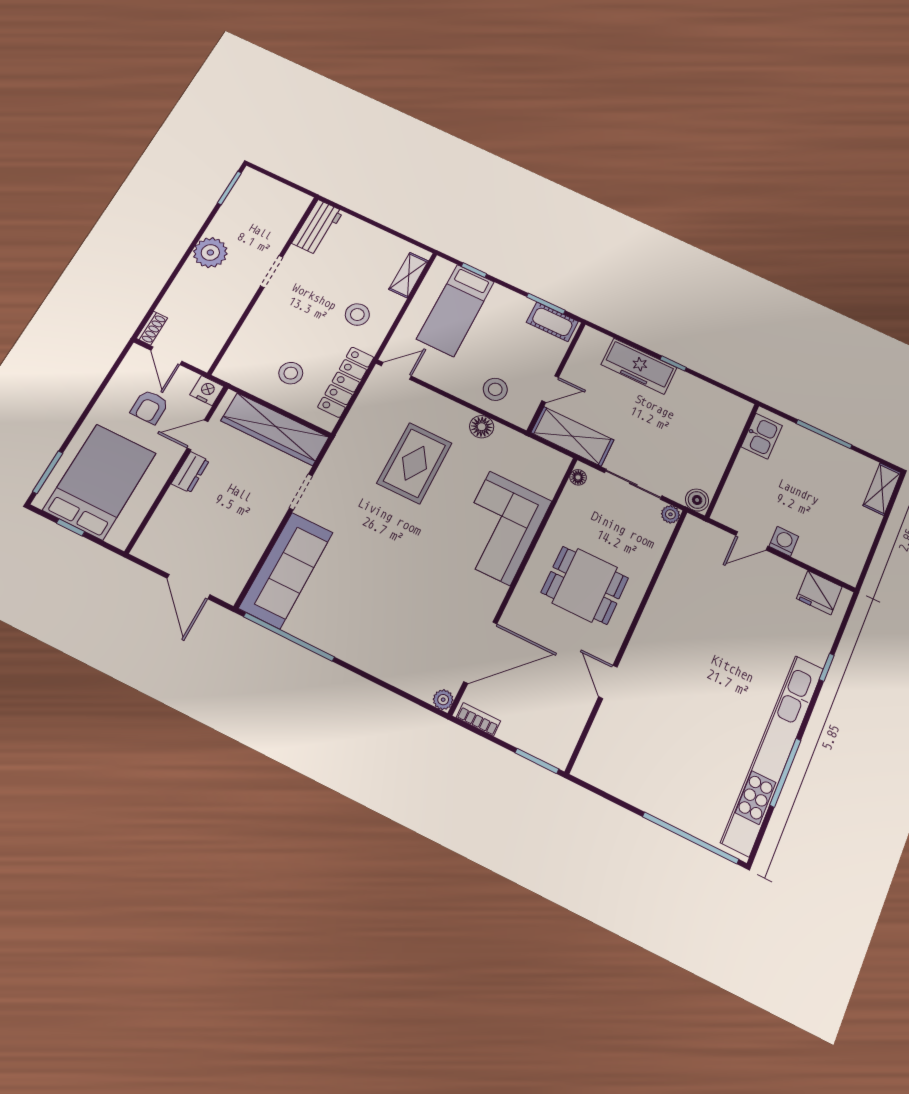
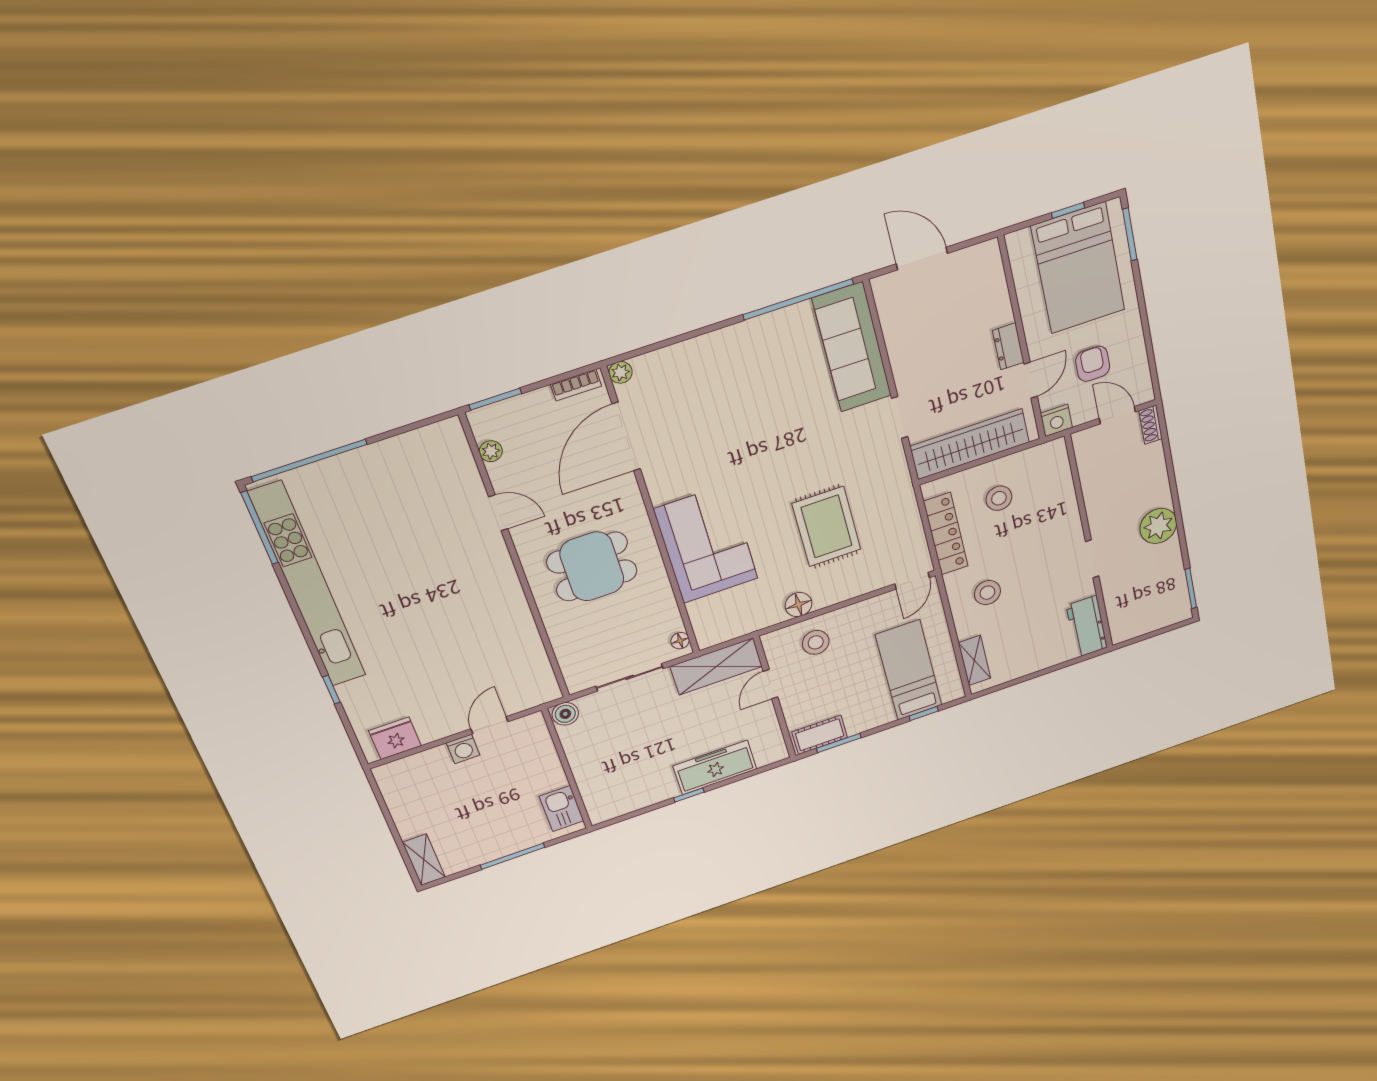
plant: (670, 514) -> (491, 451), moved
window: (785, 773) -> (260, 528), moved

